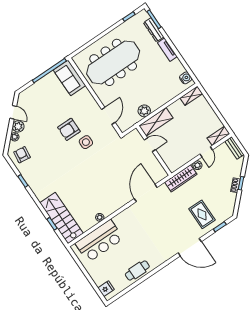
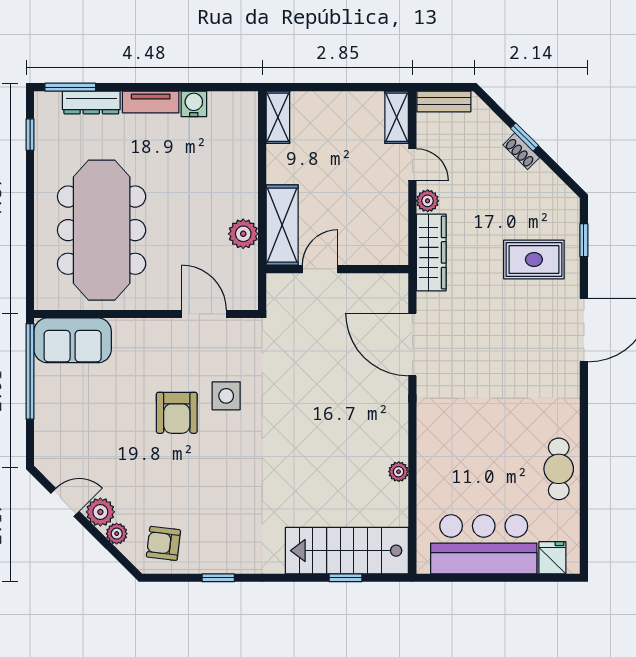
water cooler: (186, 78) -> (194, 104), moved
bar counter: (99, 241) -> (484, 544), moved, turned -90

